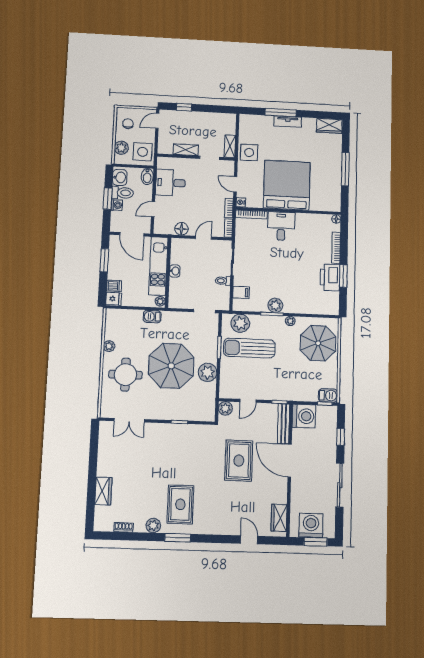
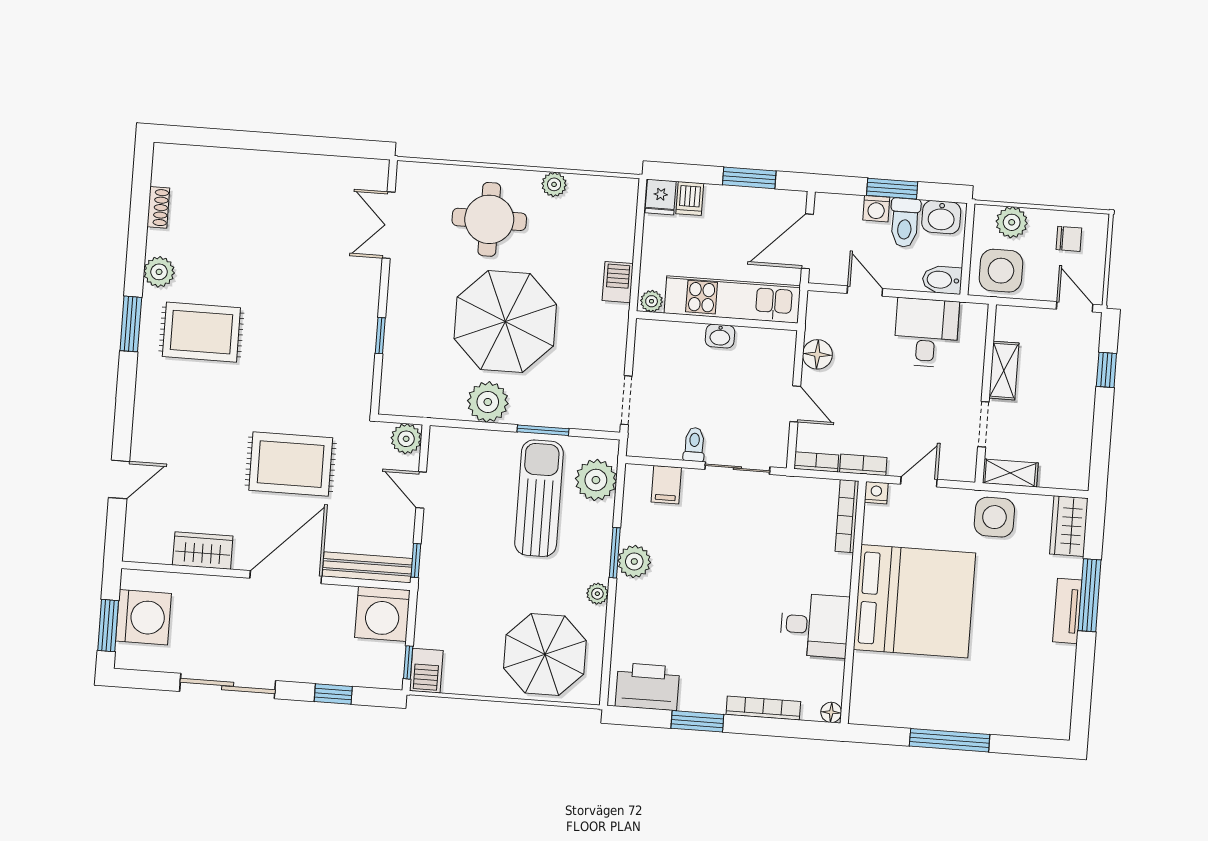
wardrobe: (329, 126) -> (1069, 526), moved
desk: (281, 226) -> (815, 625), moved
printer: (330, 277) -> (647, 687), moved
wardrobe: (103, 491) -> (238, 165), removed
wardrobe: (279, 518) -> (203, 551), moved

